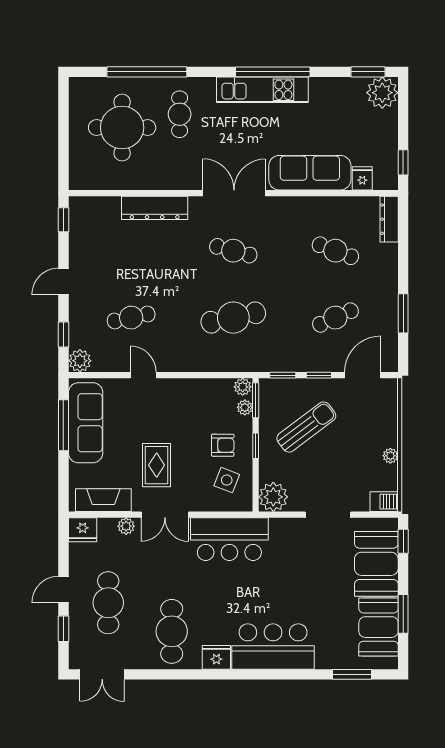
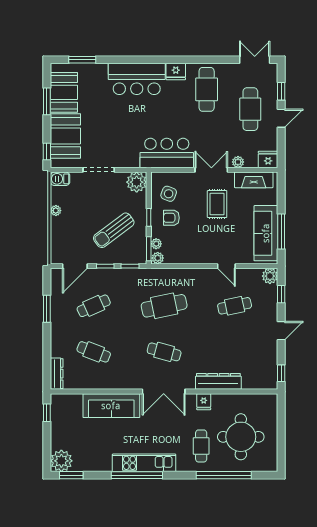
fridge: (362, 178) -> (204, 402), moved

